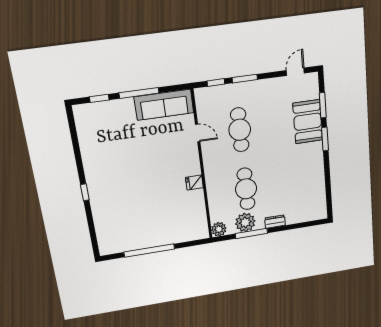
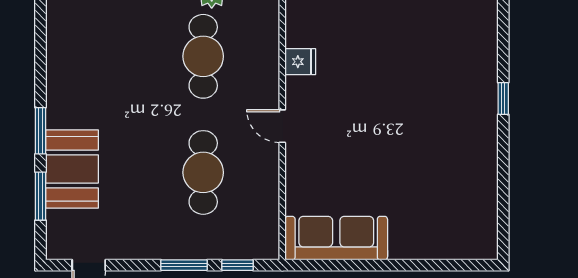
window: (139, 93) -> (377, 265), removed
window: (99, 98) -> (448, 265), removed
door: (198, 133) -> (282, 126), moved
fridge: (194, 183) -> (300, 62), moved

